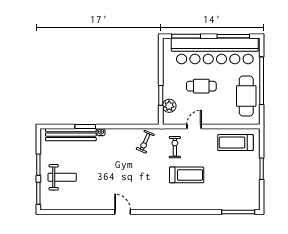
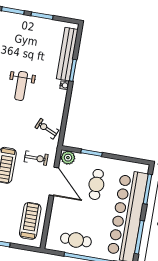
cafe table: (201, 86) -> (96, 184), moved
cafe table: (246, 96) -> (76, 240), width x0.73, depth x0.74
plant: (169, 106) -> (68, 158), moved
door: (194, 126) -> (54, 181), width x1.88
weight bench: (62, 177) -> (21, 86), moved

